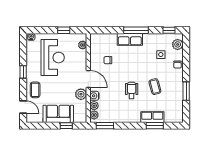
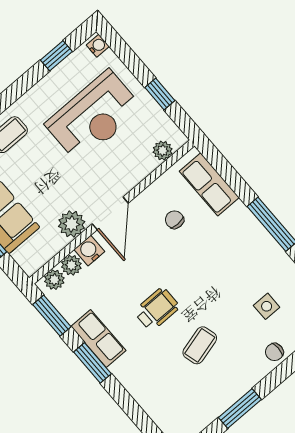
row of seats: (130, 39) -> (209, 184), moved
window: (23, 72) -> (56, 56), moved
row of seats: (152, 117) -> (98, 339), moved
window: (155, 126) -> (92, 363), moved

